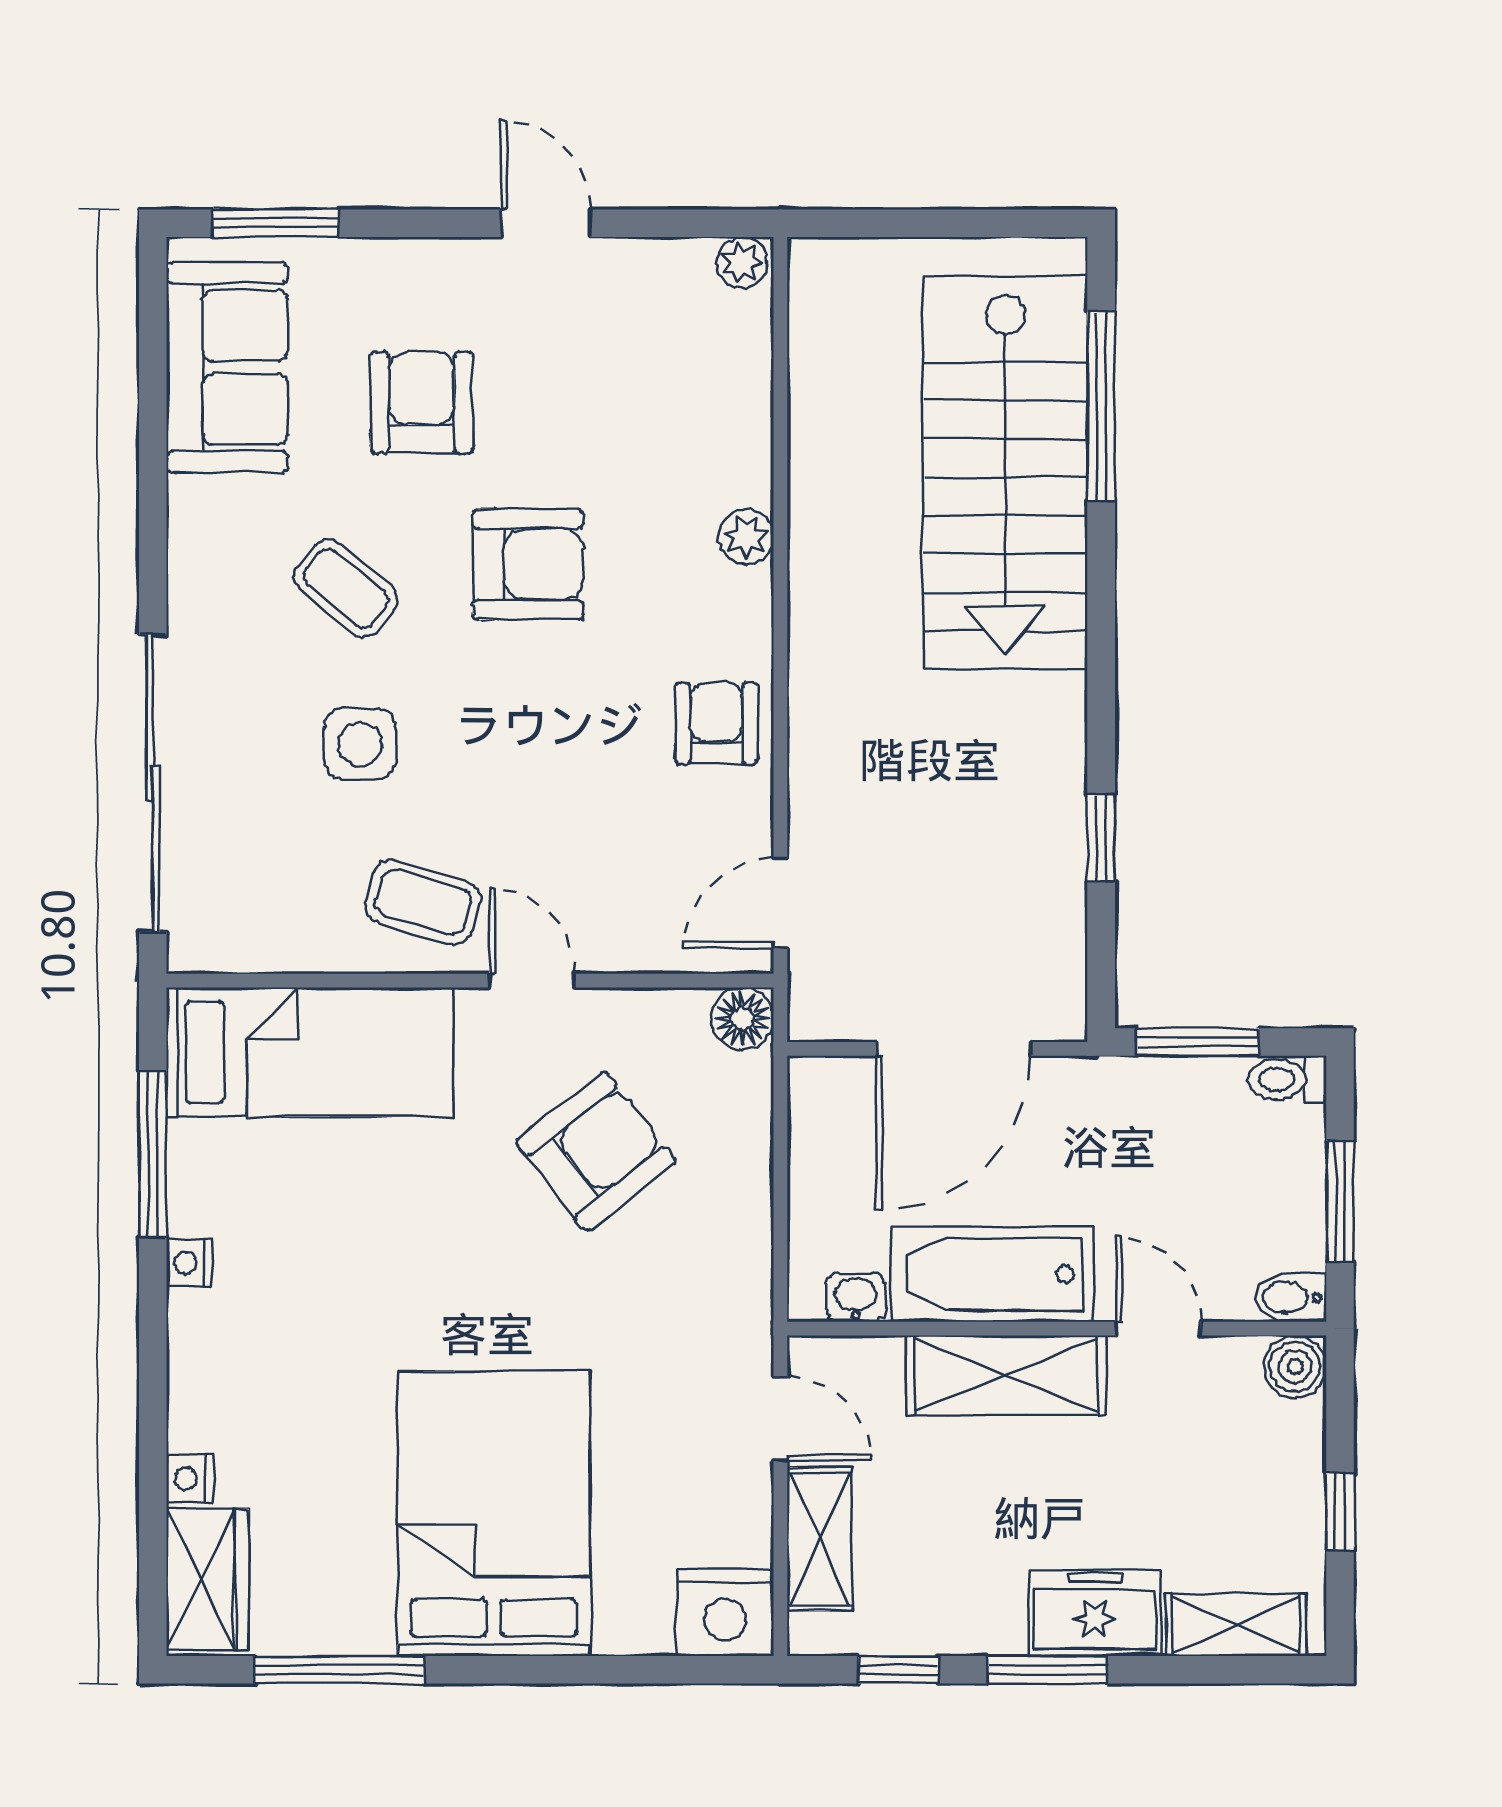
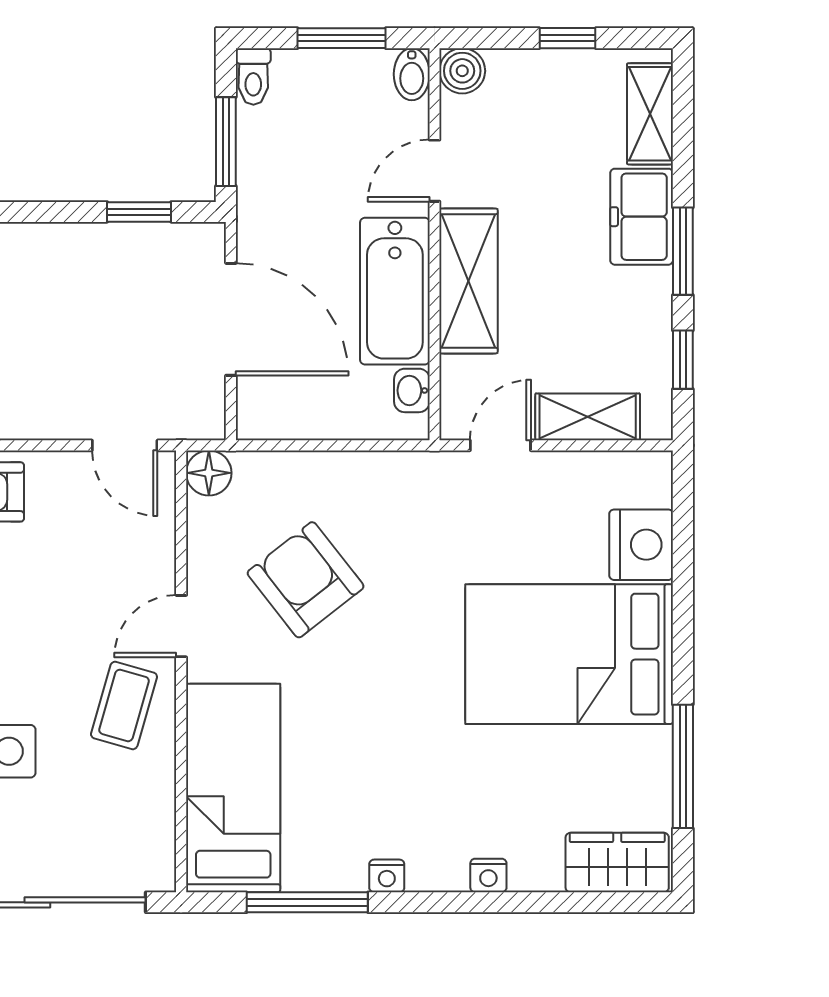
window: (1101, 838) -> (139, 212), moved
nightstand: (190, 1479) -> (488, 875), moved
nightstand: (725, 1613) -> (641, 545), moved

